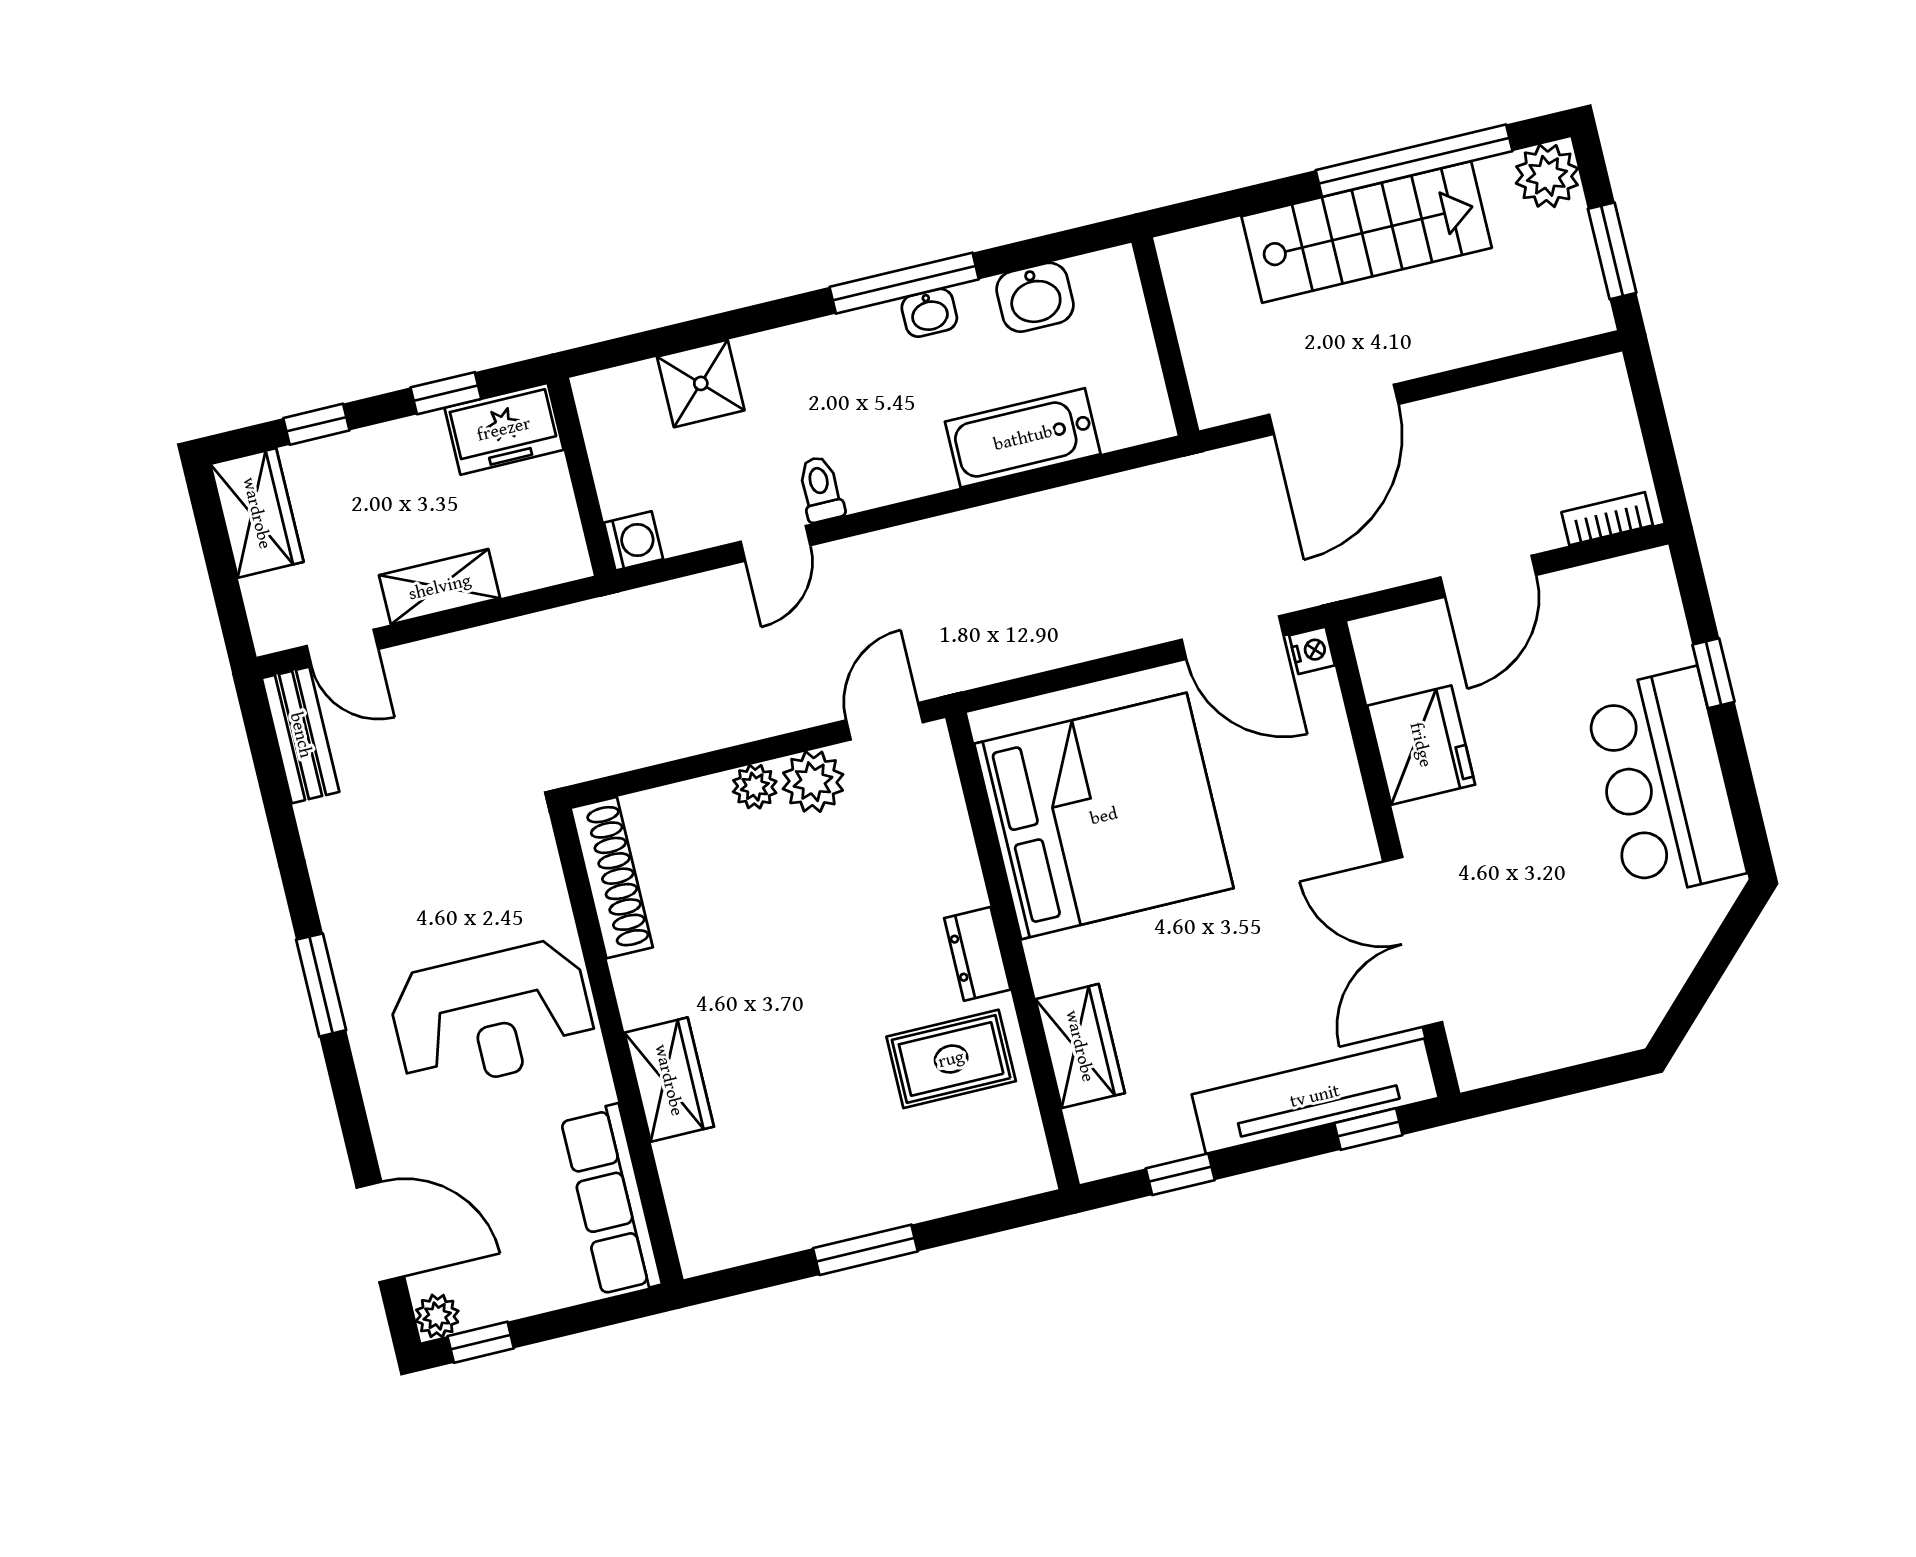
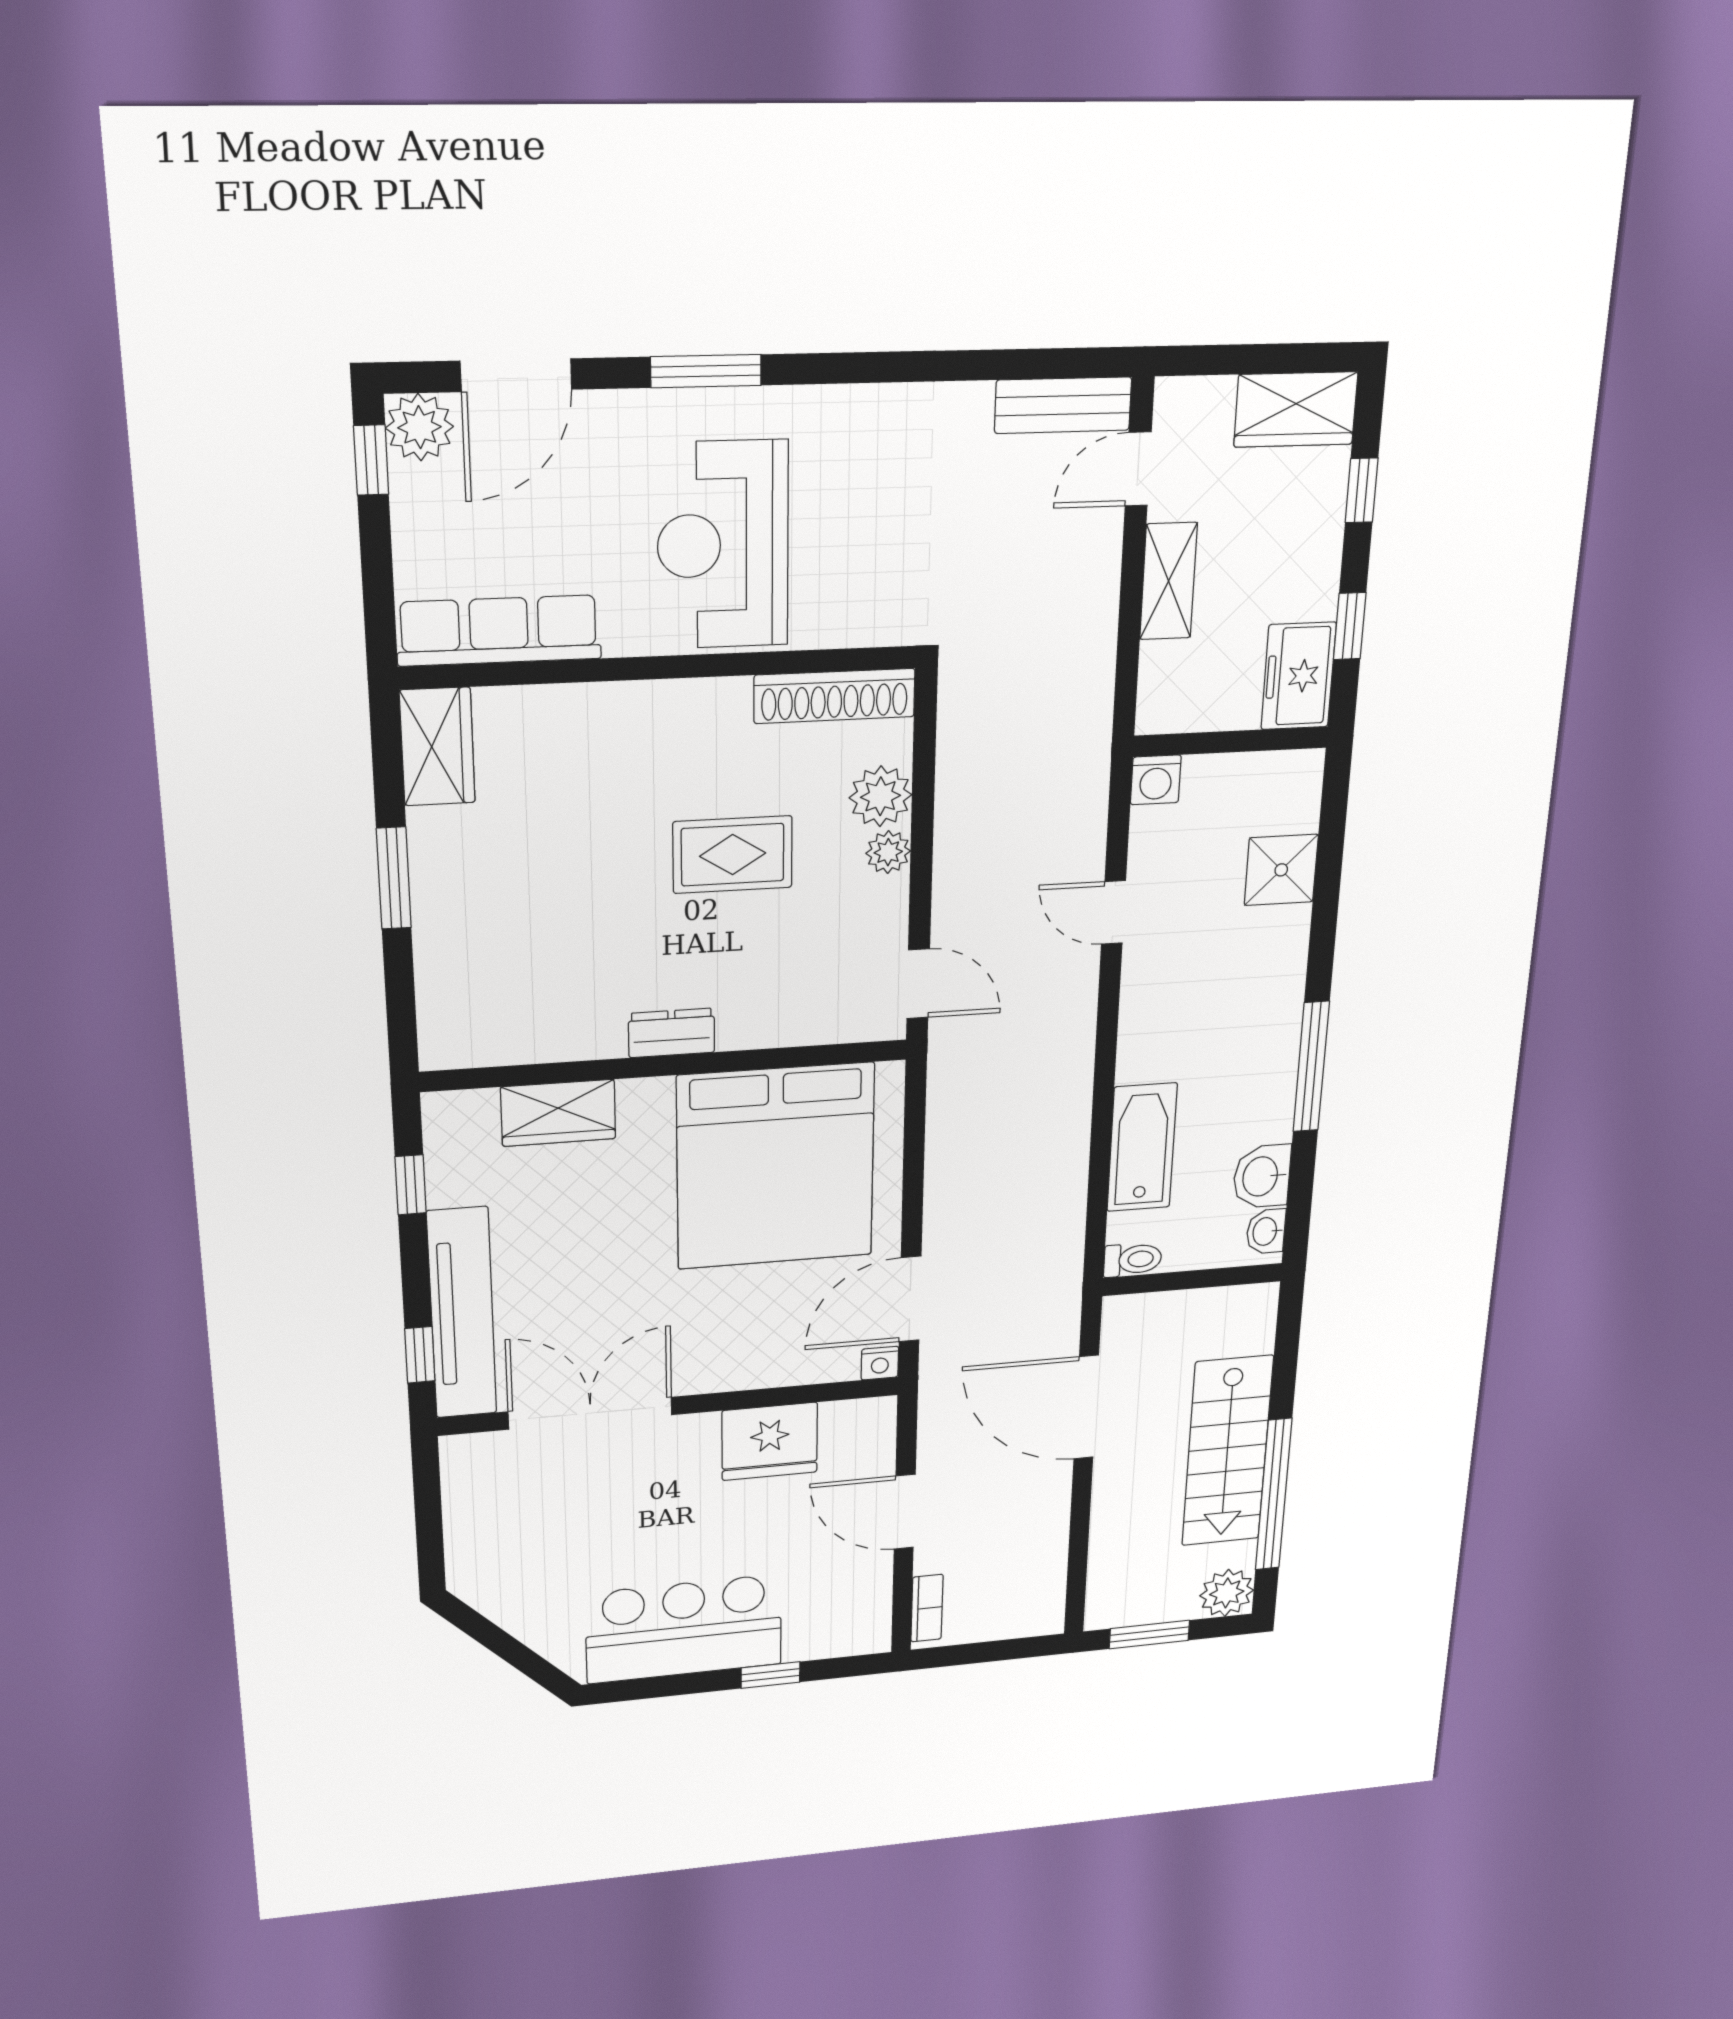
washbasin: (929, 313) -> (1266, 1231), moved
toilet: (821, 489) -> (1133, 1260), moved
plant: (813, 782) -> (880, 796), moved
window: (321, 985) -> (706, 371), moved
rug: (951, 1059) -> (733, 855), moved, turned 90
wardrobe: (669, 1080) -> (437, 747), moved, turned -90
plant: (437, 1316) -> (419, 427), width x1.38, depth x1.38

